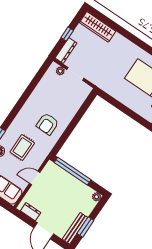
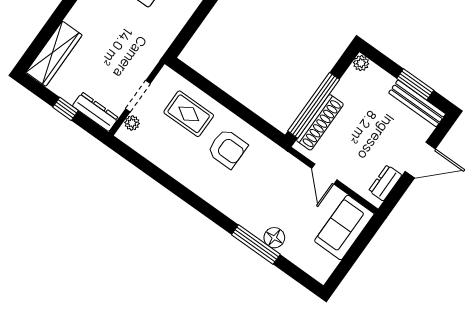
rug: (22, 148) -> (189, 114), moved
shoe rack: (63, 175) -> (320, 122), added

